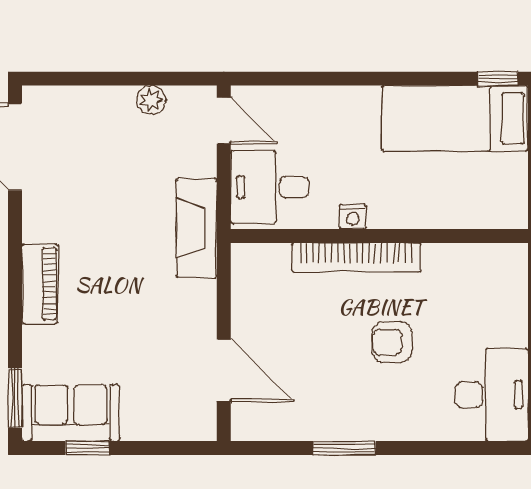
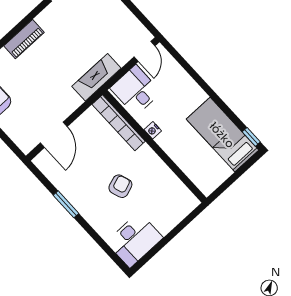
plant: (151, 100) -> (128, 18), removed
bookcase: (356, 257) -> (119, 123), moved
armchair: (392, 342) -> (120, 186), turned 71

